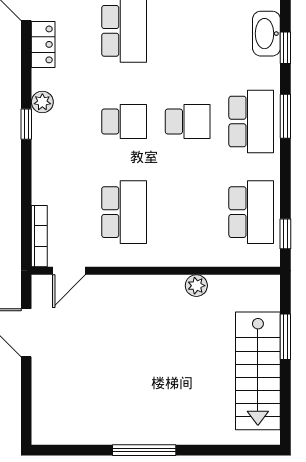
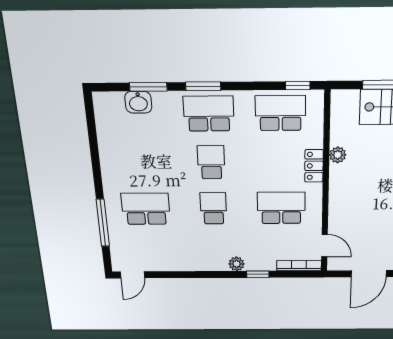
washbasin: (266, 34) -> (138, 102), width x0.72
locker: (43, 44) -> (314, 166), moved, turned -90
window: (285, 48) -> (148, 87), width x1.50
plant: (42, 102) -> (237, 264), moved
window: (26, 124) -> (258, 274), moved

